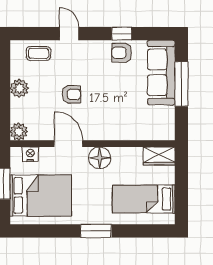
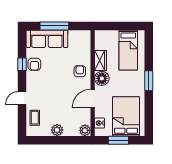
armchair: (71, 94) -> (80, 71), moved
wardrobe: (159, 156) -> (101, 60), moved

